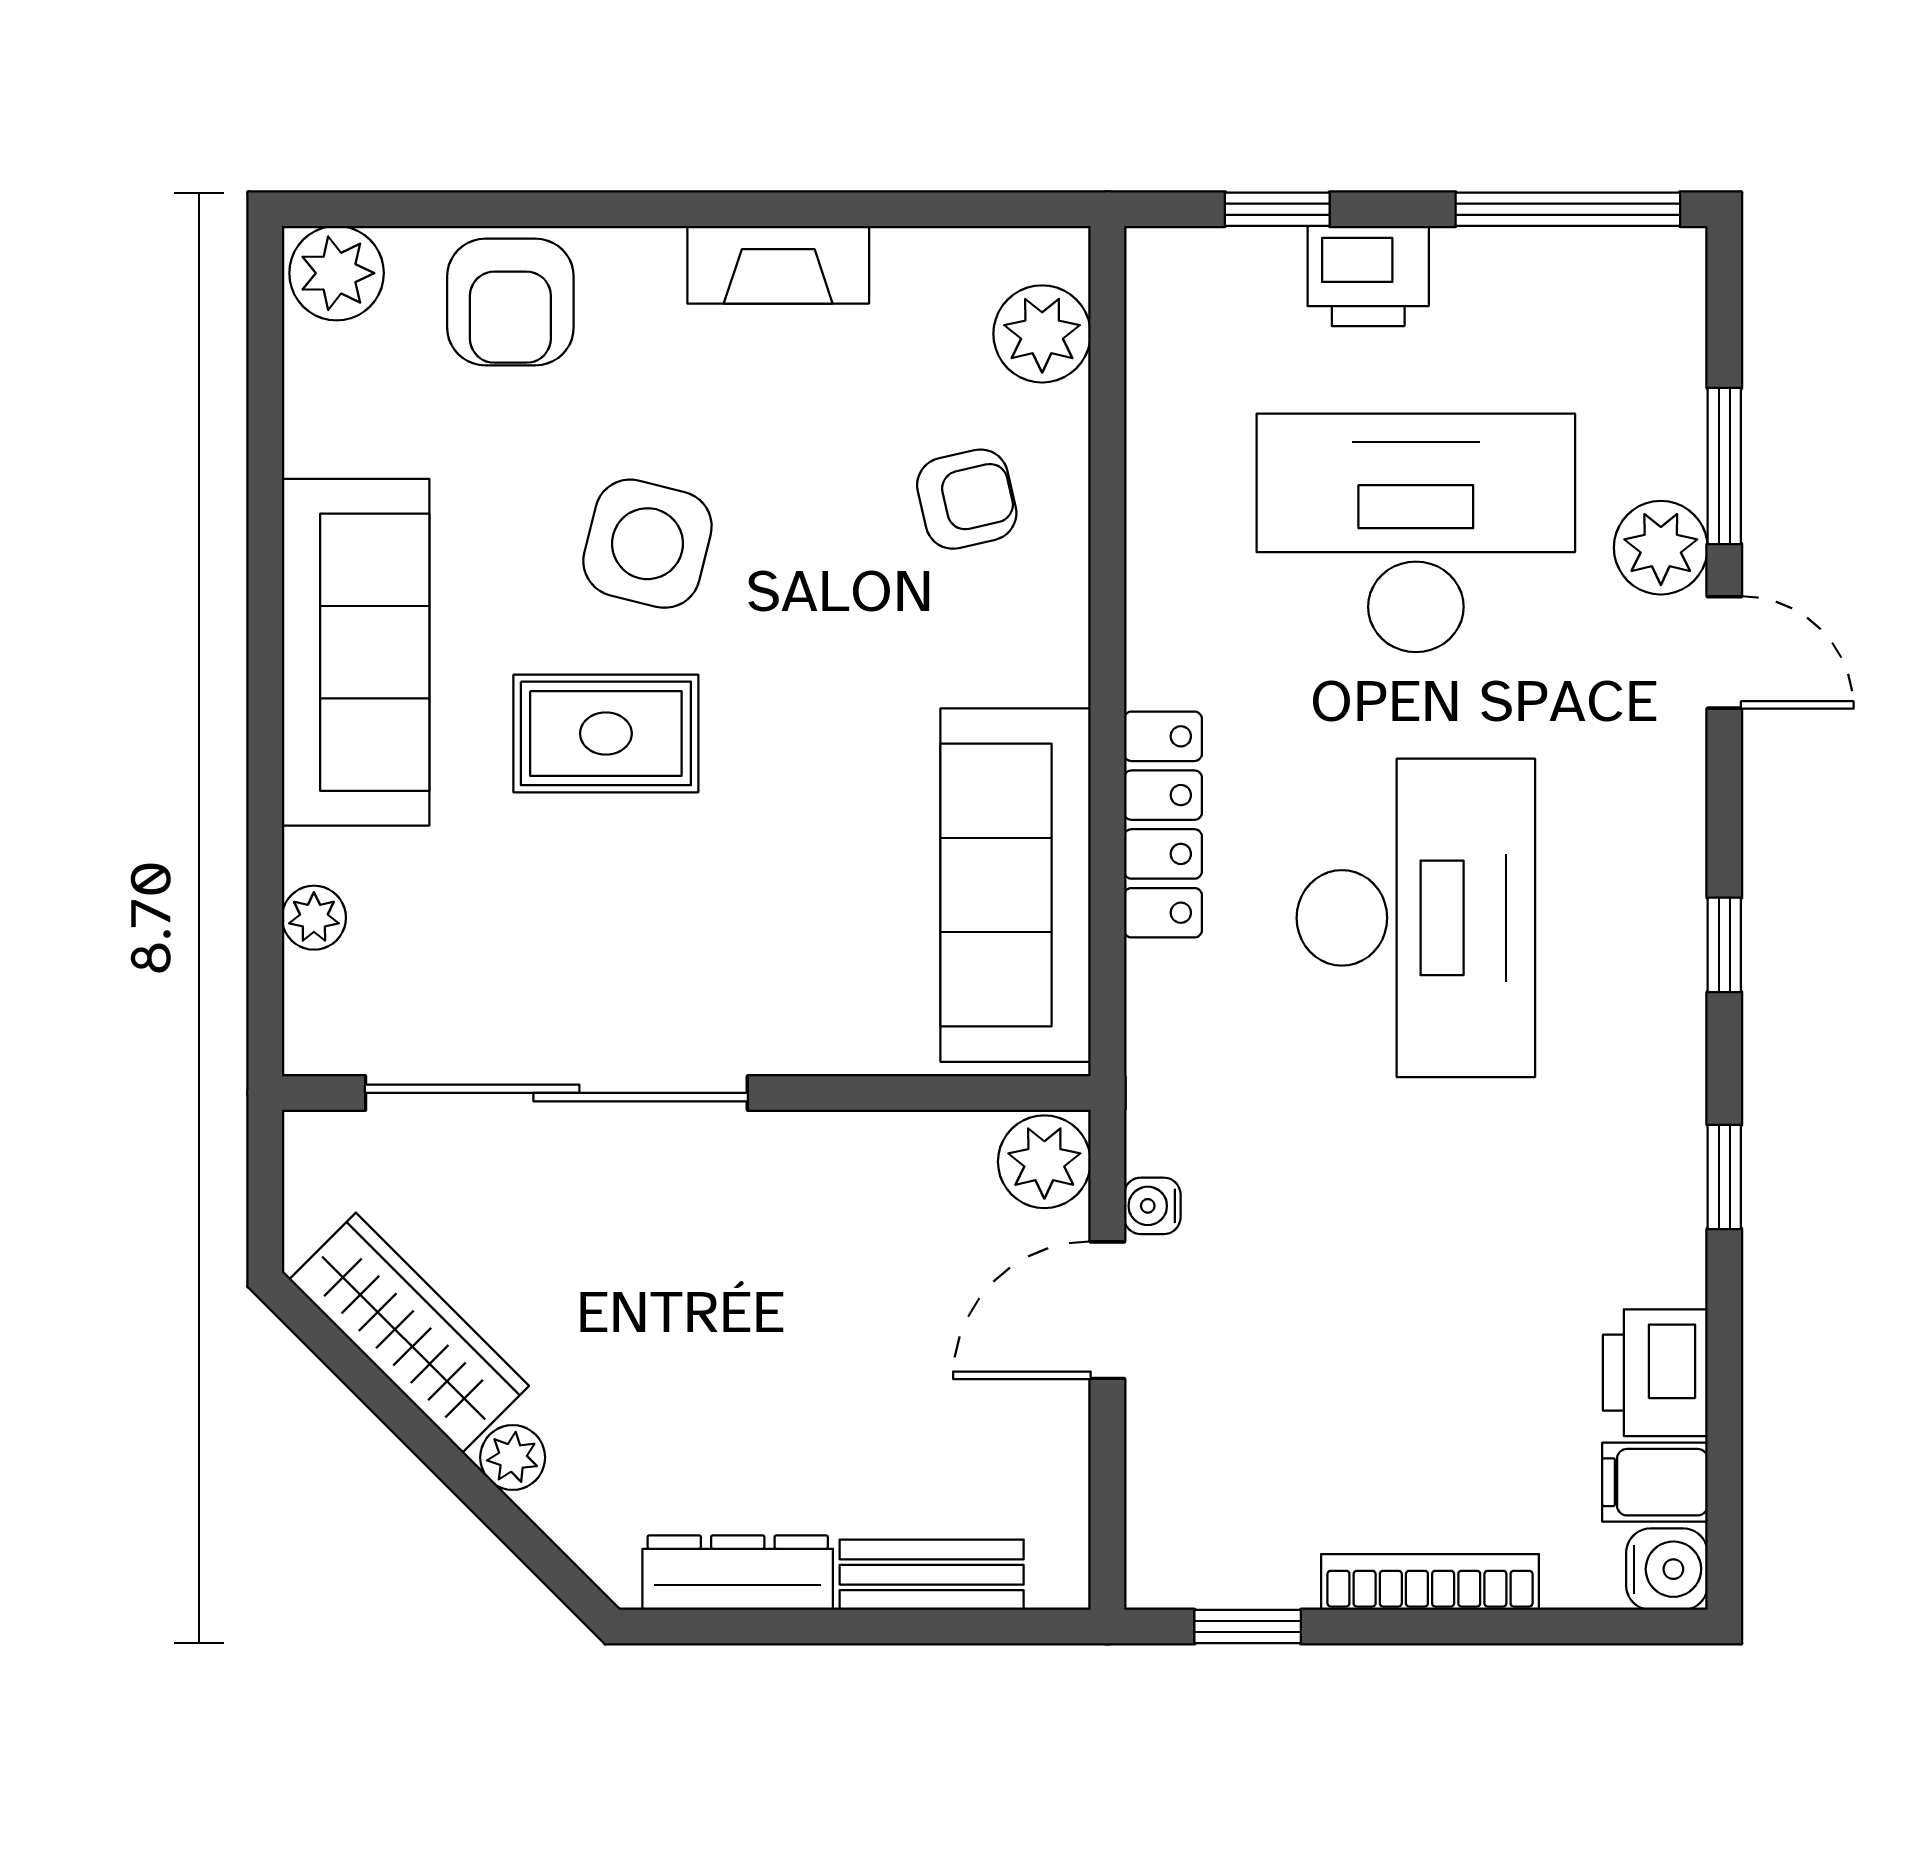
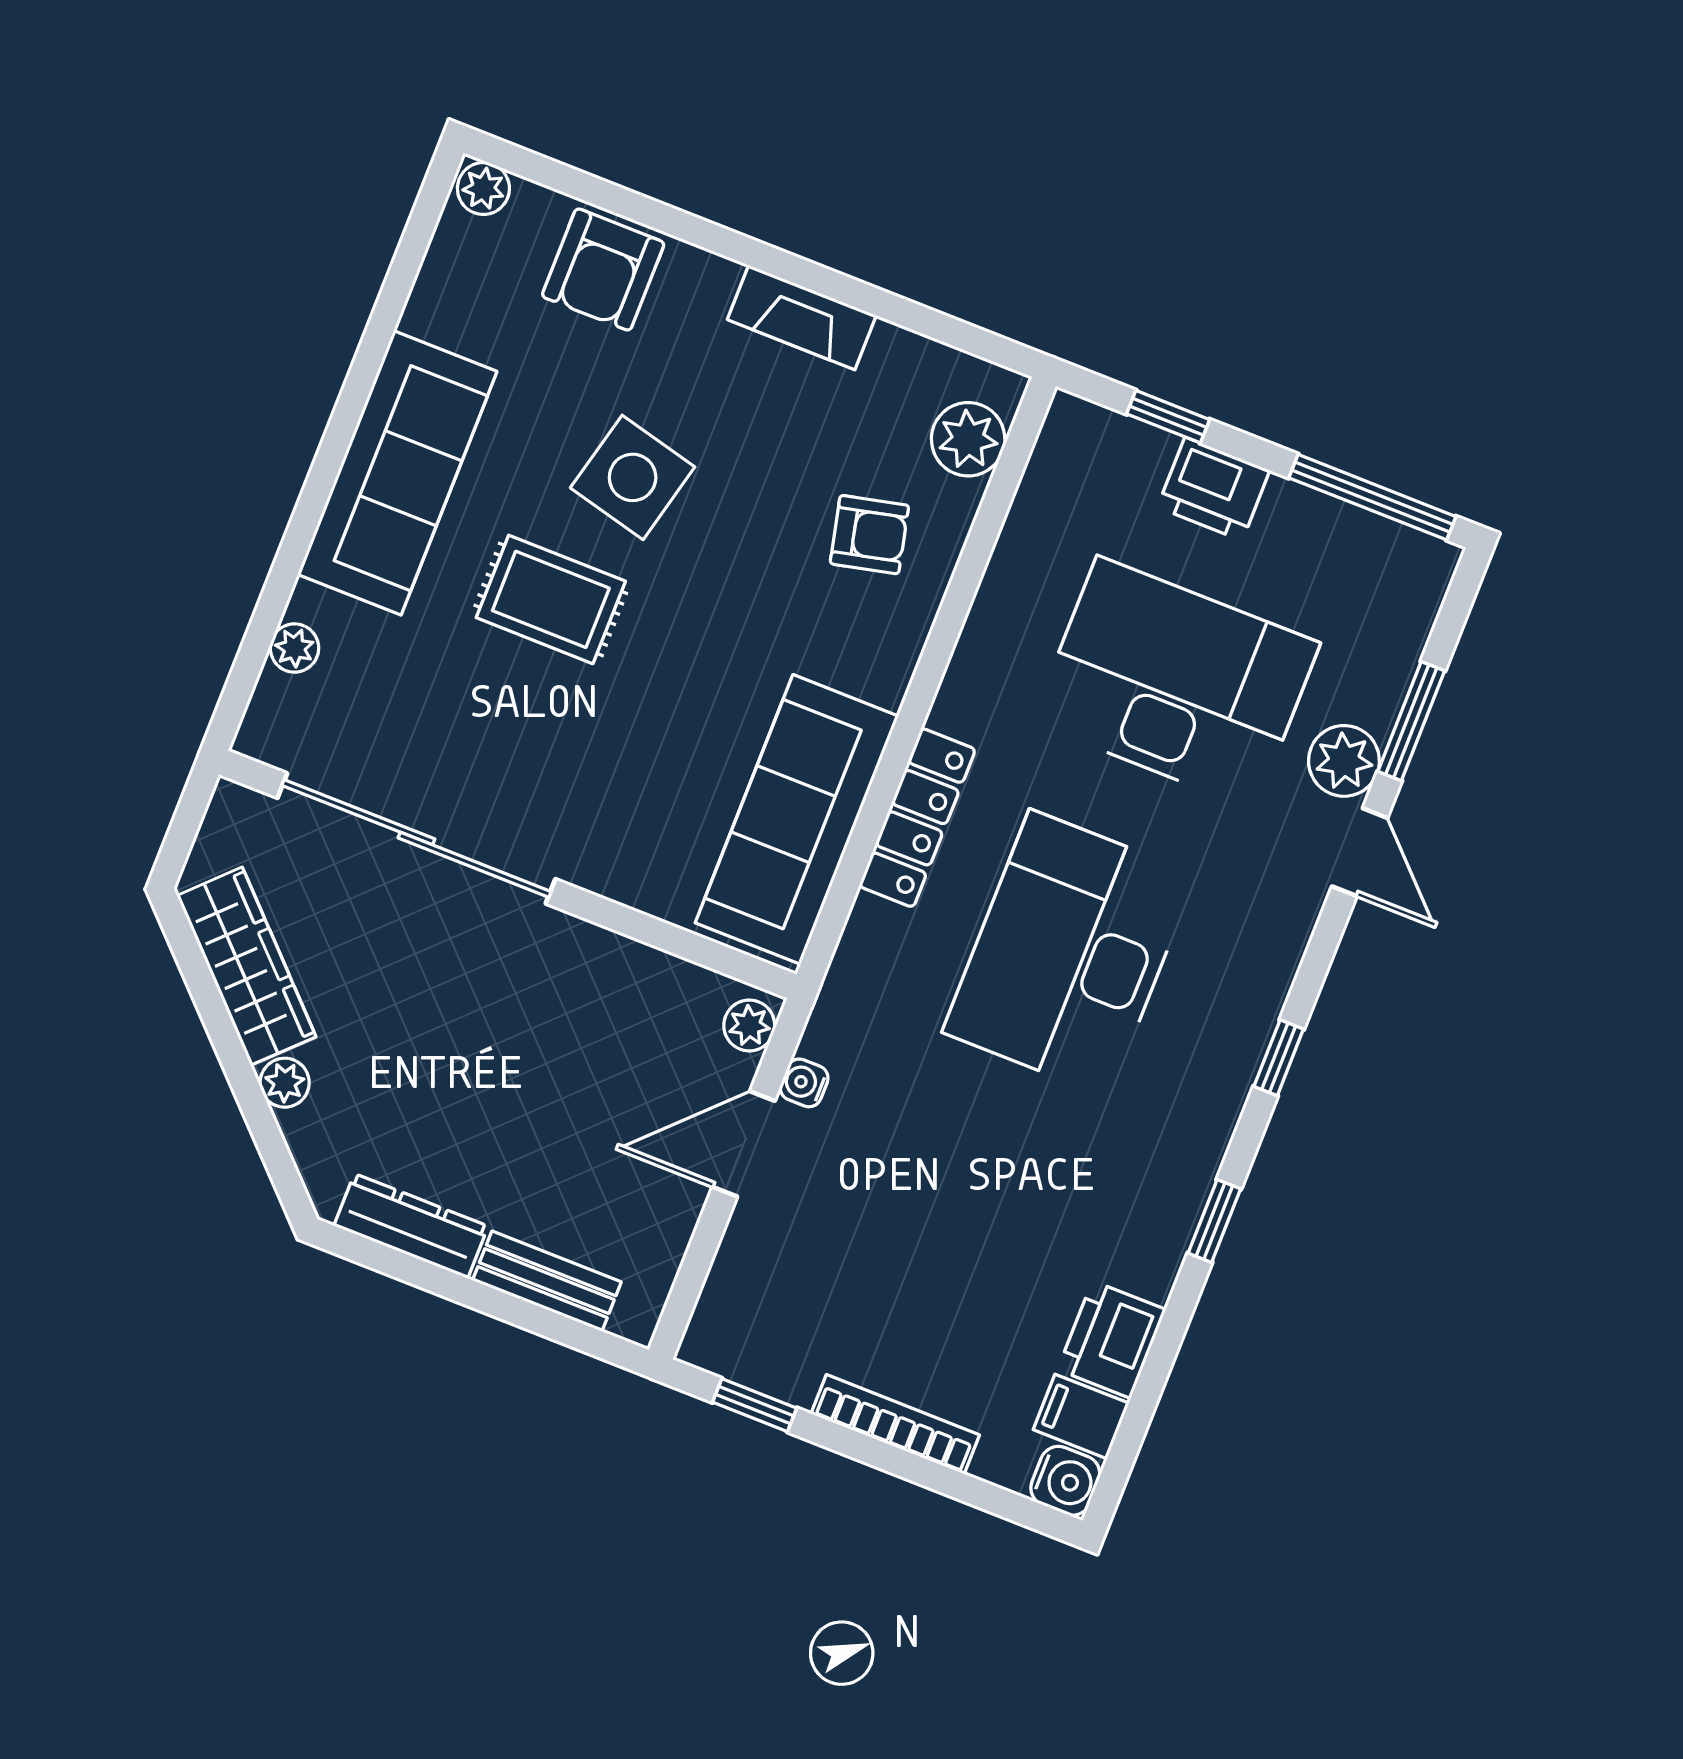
plant: (337, 273) -> (483, 188), width x0.73, depth x0.73
desk: (1416, 918) -> (1069, 953), turned 180
plant: (1044, 1162) -> (749, 1025), width x0.73, depth x0.73

